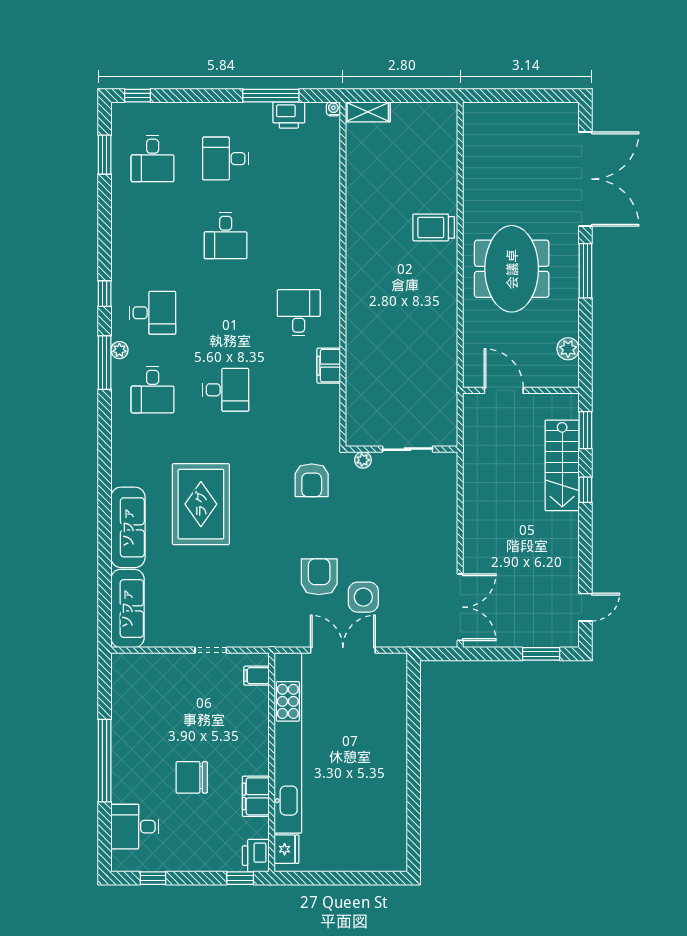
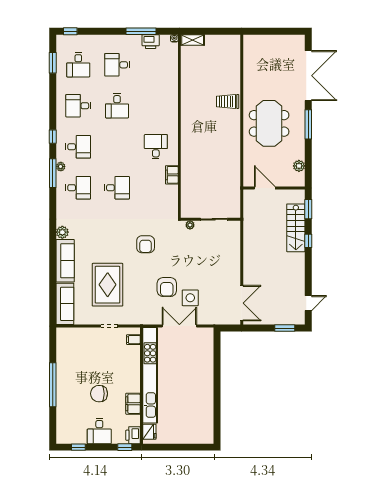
desk: (153, 236) -> (78, 106), added
desk: (153, 390) -> (78, 188), turned -90
plant: (123, 474) -> (62, 232), added
armchair: (312, 480) -> (146, 244), moved
rug: (201, 504) -> (108, 285), moved
armchair: (319, 577) -> (167, 287), turned 180
desk: (135, 827) -> (99, 431), moved, turned -90

